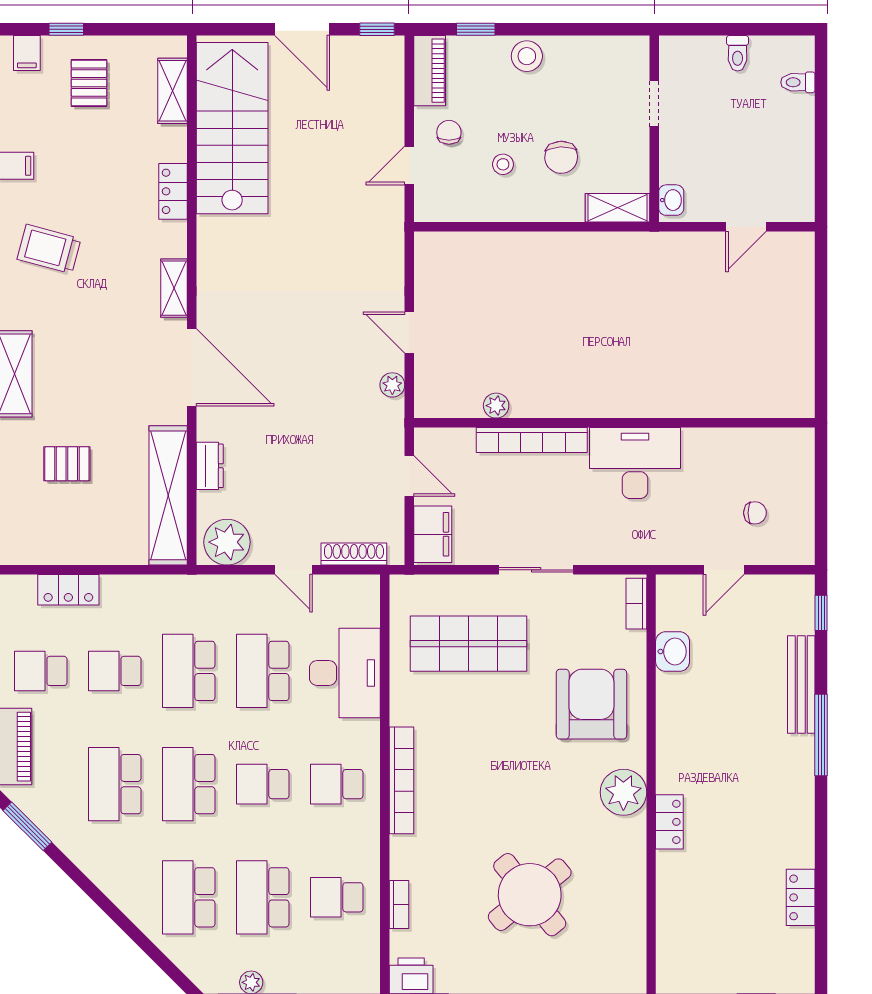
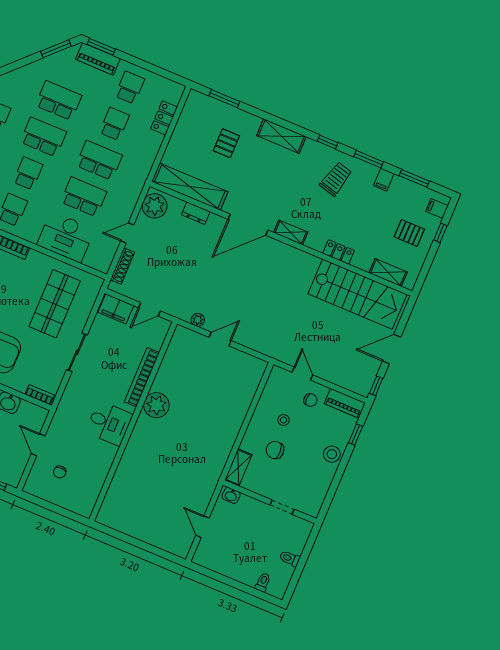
plant: (496, 406) -> (156, 405), moved, width x1.87, depth x1.87
desk: (635, 463) -> (109, 423), width x0.73

